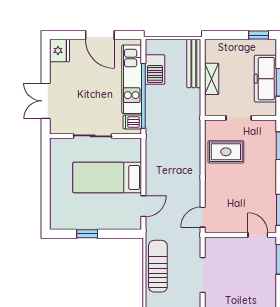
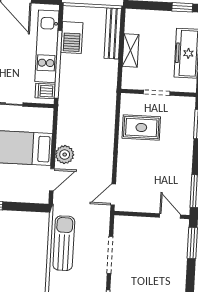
plant: (154, 182) -> (65, 155), added

